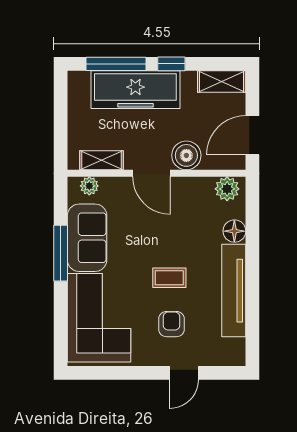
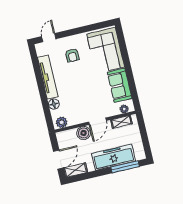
window: (171, 64) -> (100, 173), removed
door: (252, 135) -> (58, 160), moved
door: (151, 173) -> (97, 121), swing flipped
window: (61, 253) -> (130, 76), removed
coffee table: (169, 278) -> (78, 76), removed
door: (184, 373) -> (49, 38), moved

